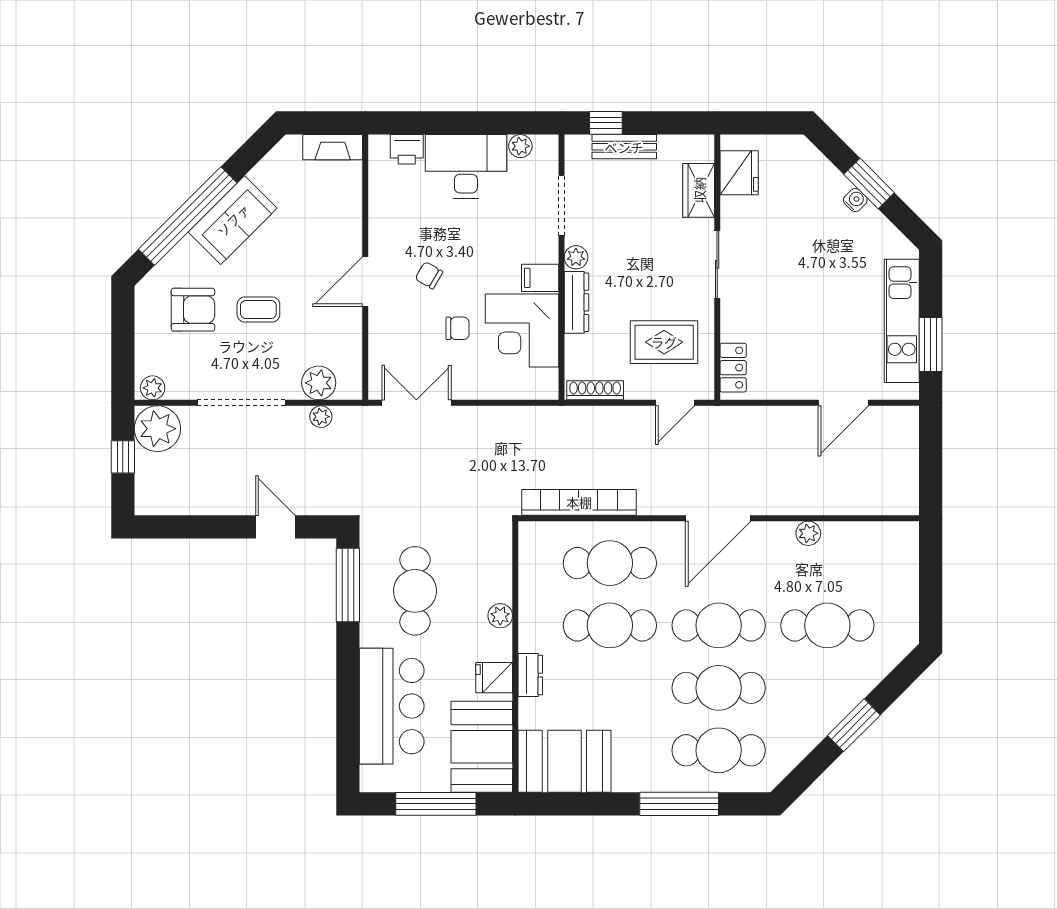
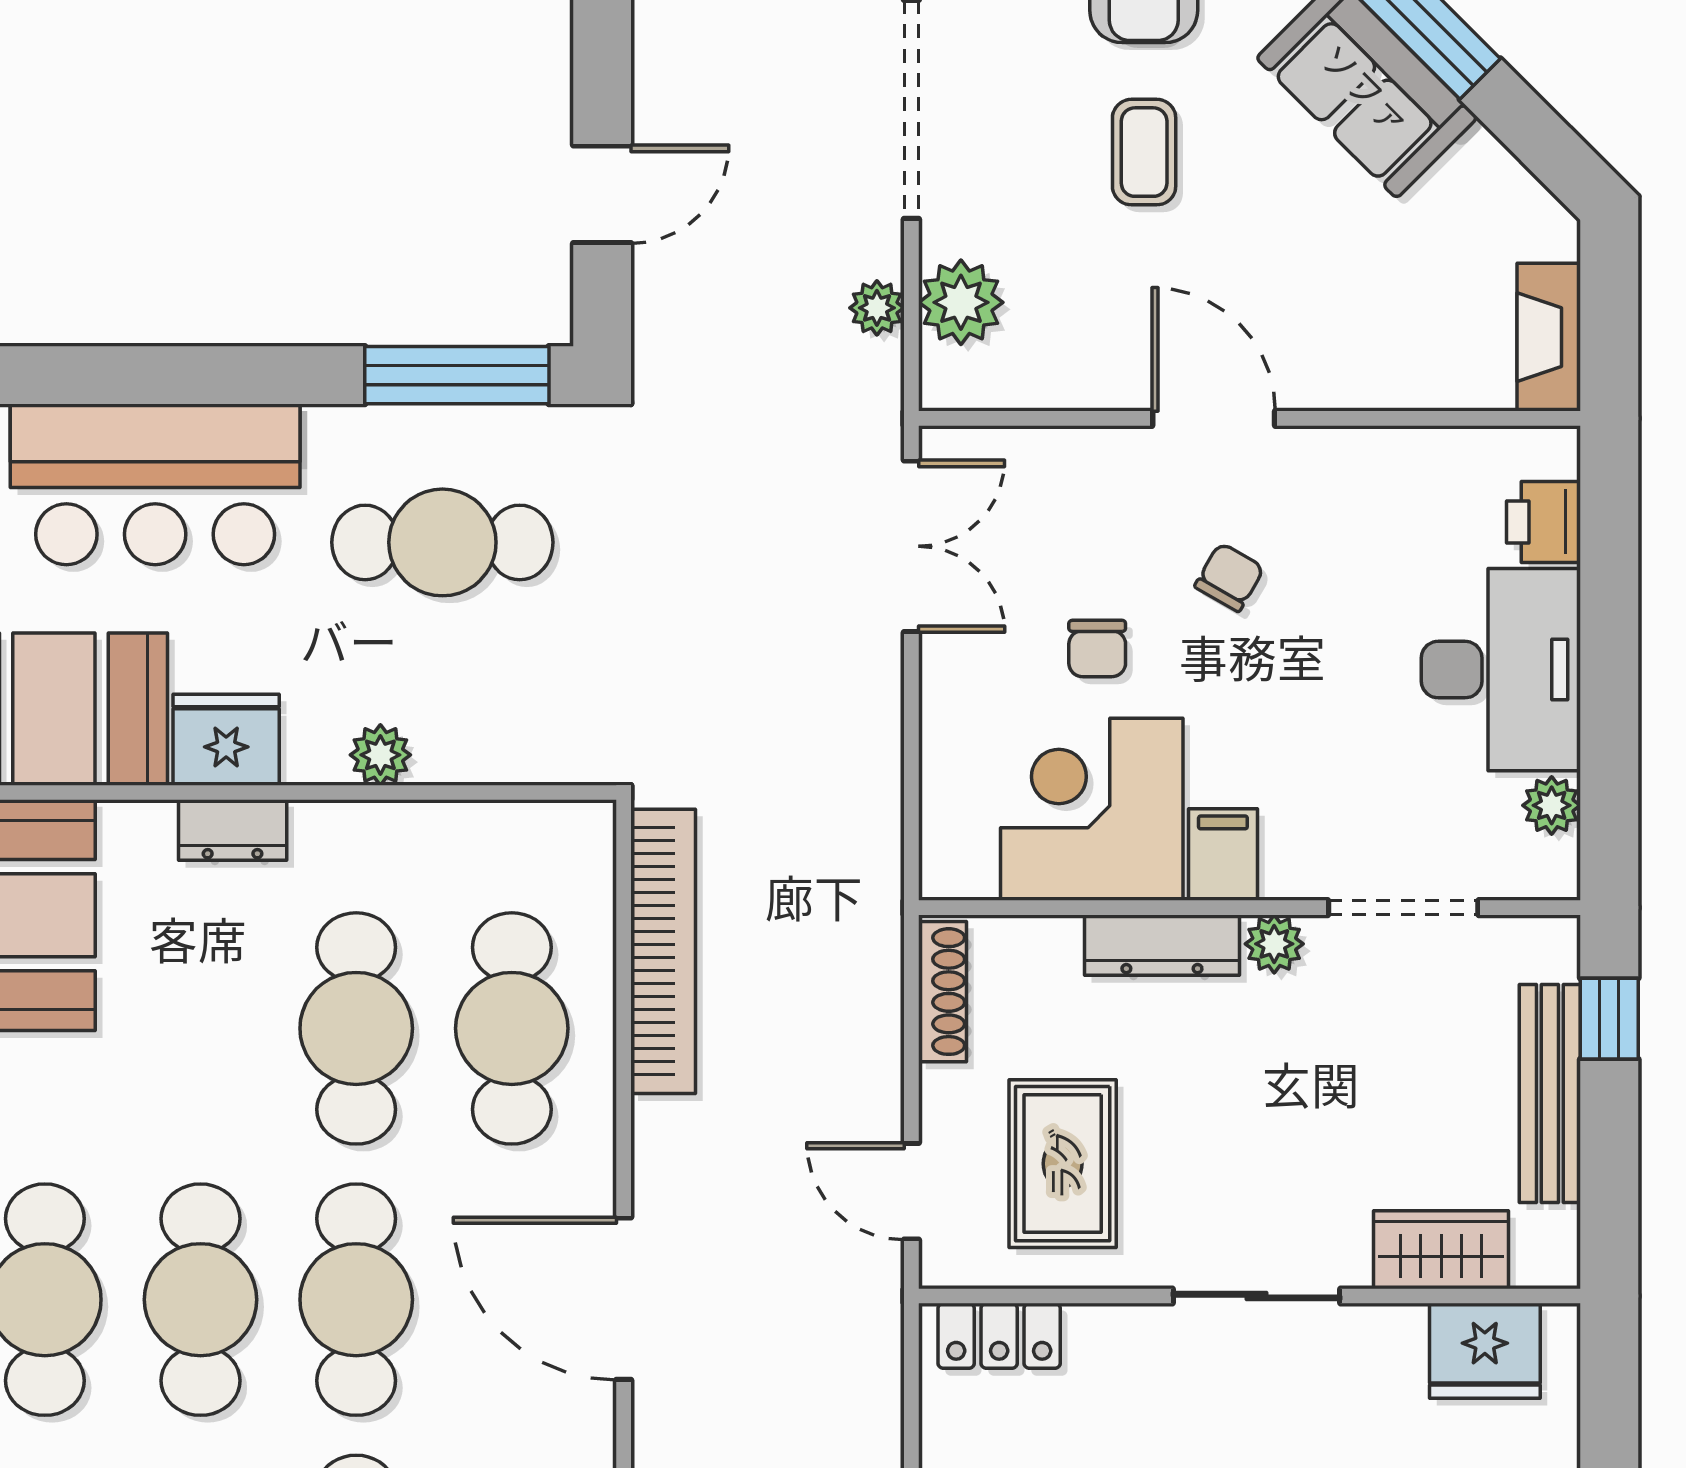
bench: (624, 147) -> (1550, 1093), width x1.36
fridge: (494, 678) -> (226, 740), width x1.38

